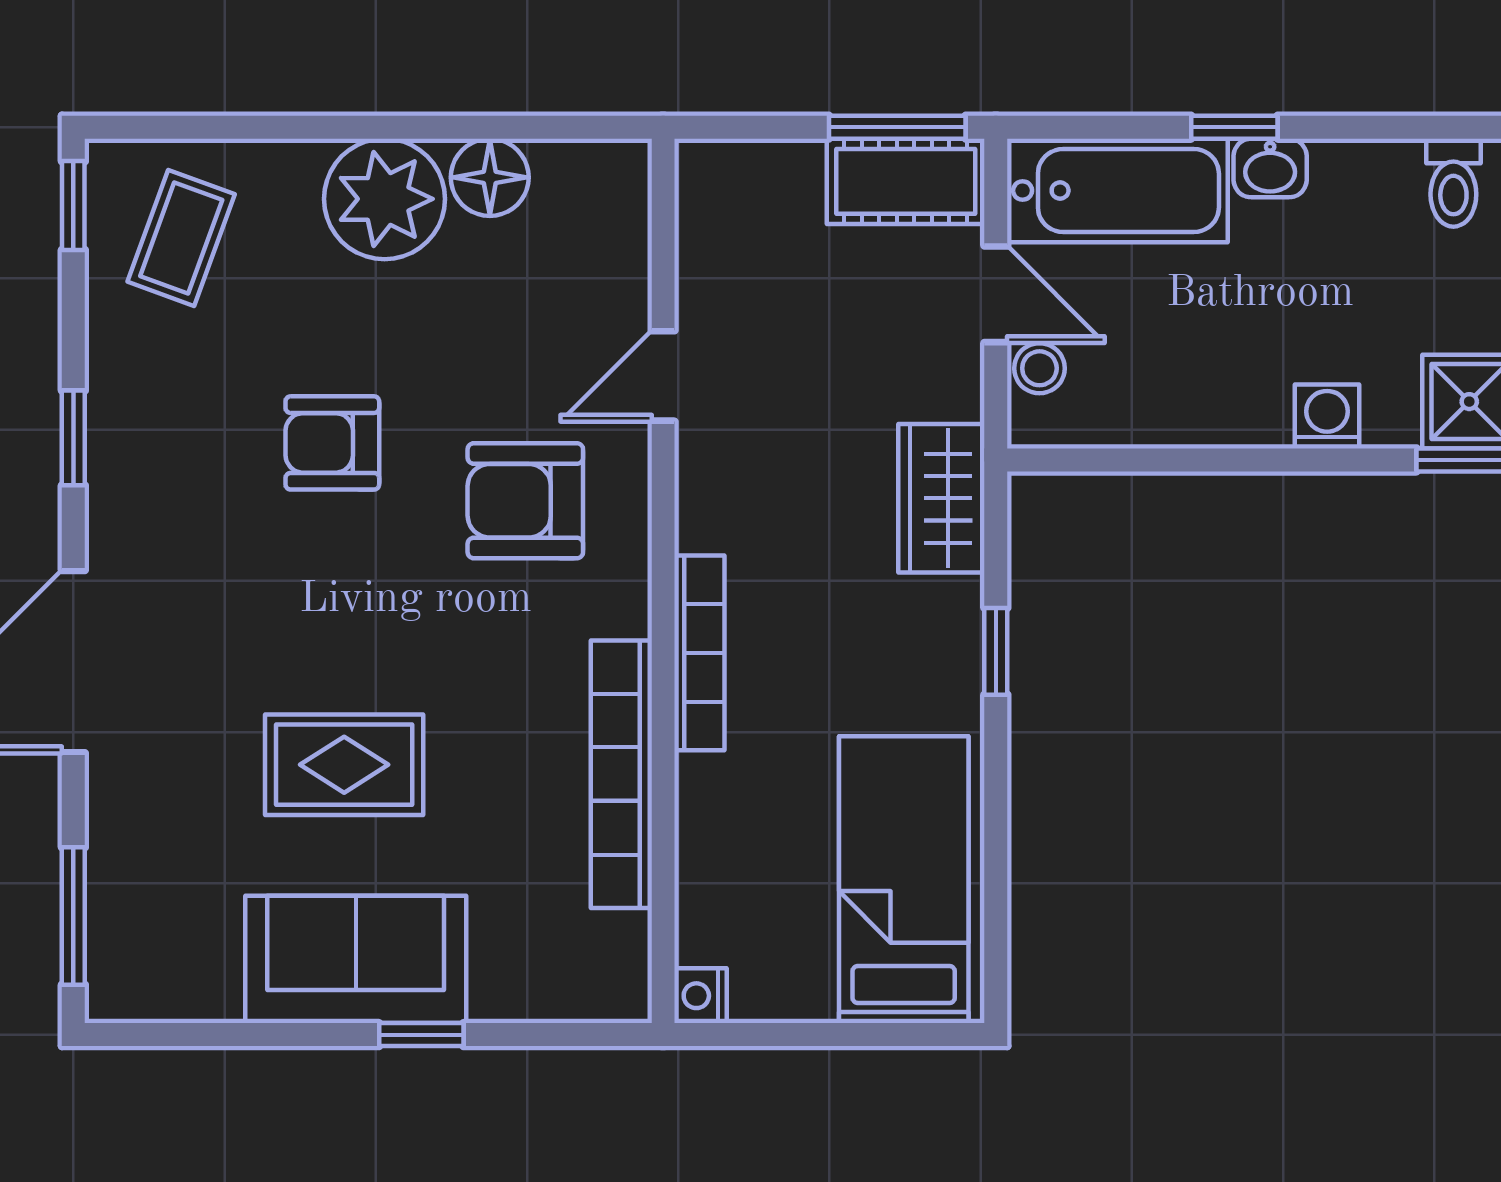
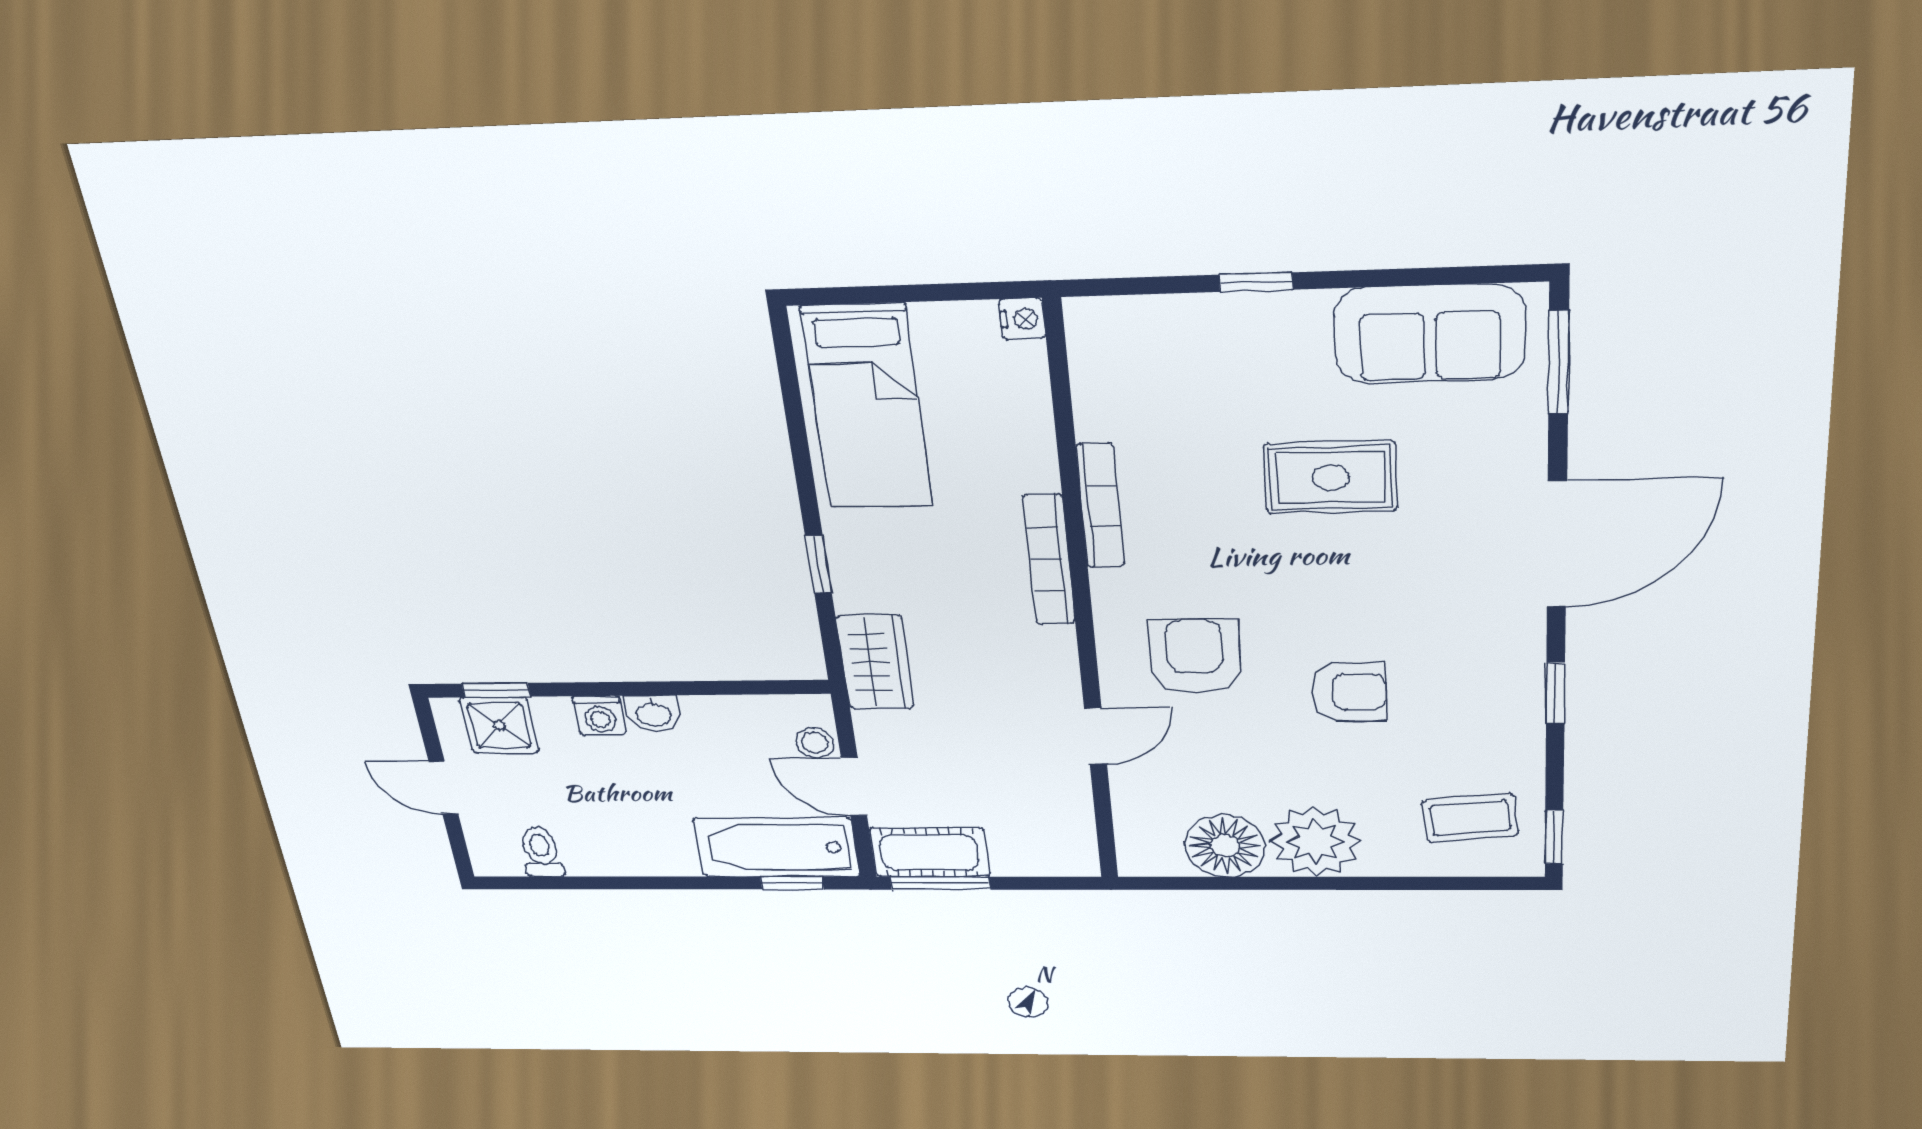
window: (1234, 127) -> (792, 883), moved
washbasin: (1270, 168) -> (653, 713), moved, turned 180
floor lamp: (490, 177) -> (1225, 846), width x1.38, depth x1.38
coffee table: (181, 238) -> (1470, 818), turned 64
armchair: (525, 501) -> (1195, 657), turned -90
bookcase: (621, 774) -> (1100, 506), width x0.68, depth x0.76
sofa: (356, 959) -> (1430, 334), moved

